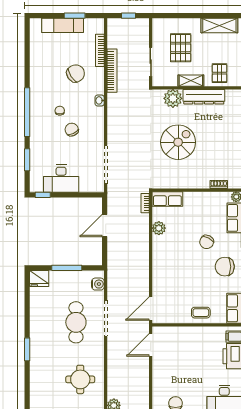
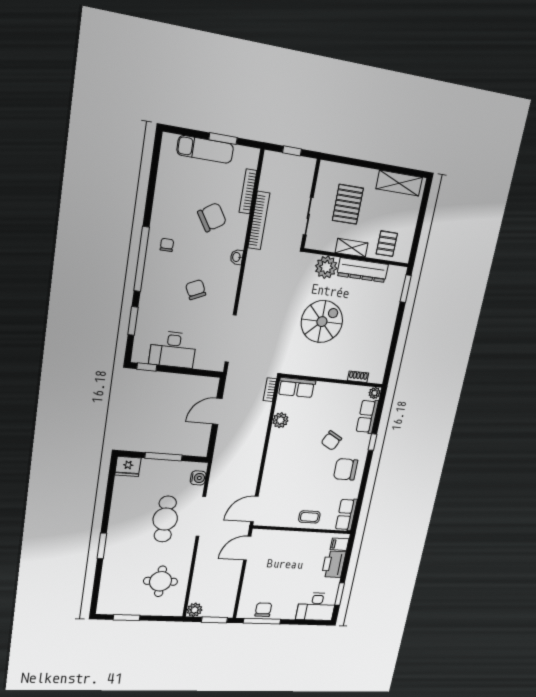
chair: (60, 111) -> (167, 245), moved

